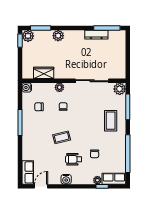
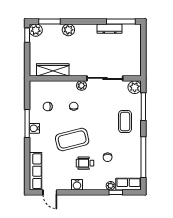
wardrobe: (44, 73) -> (53, 70), width x1.50
water cooler: (27, 87) -> (34, 128), moved
plant: (59, 87) -> (82, 86), moved
coffee table: (62, 137) -> (72, 139), width x1.86, depth x1.72
row of seats: (28, 172) -> (36, 171), width x1.48
door: (41, 186) -> (50, 192), swing flipped

